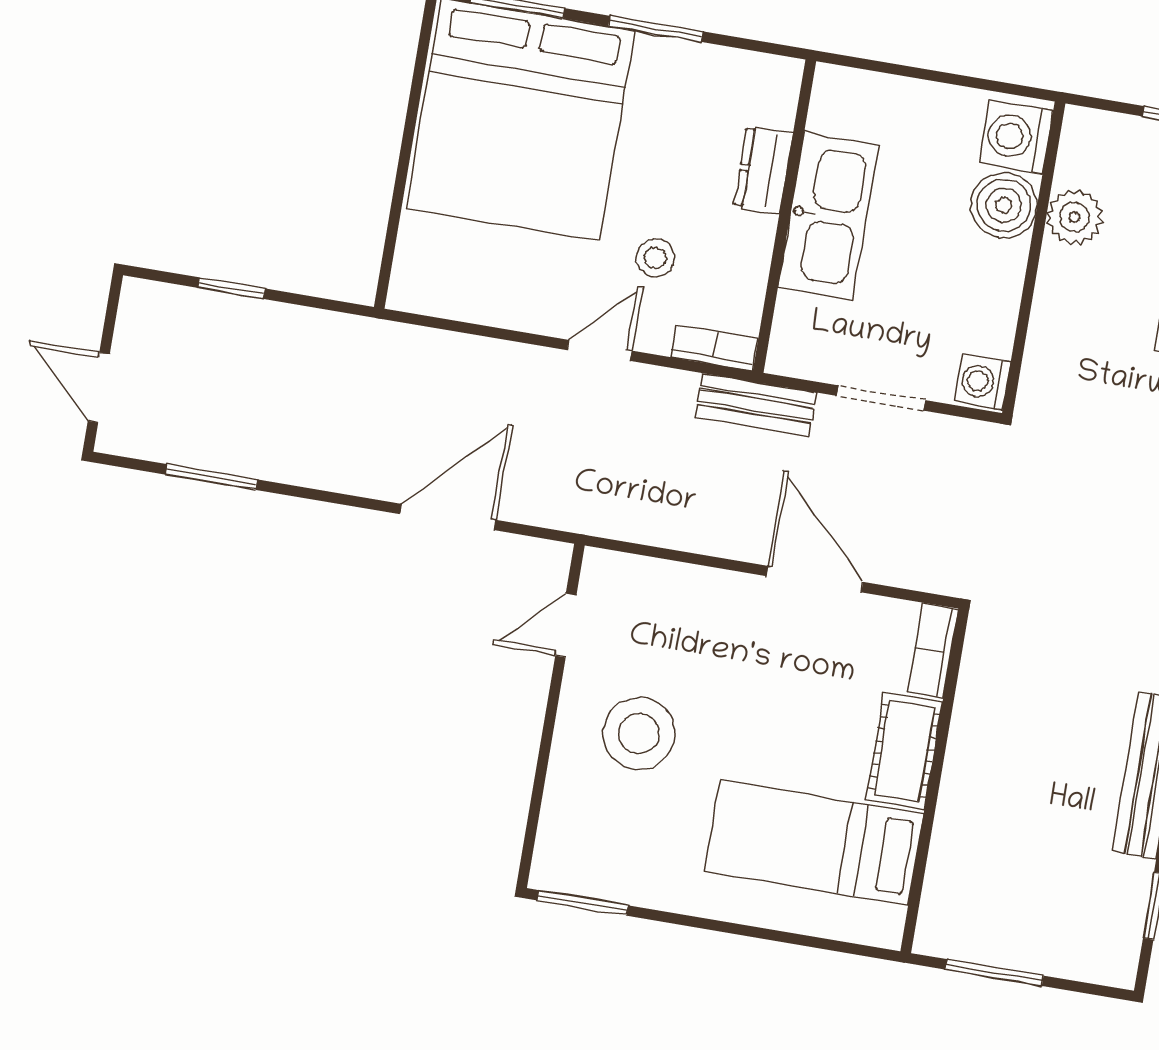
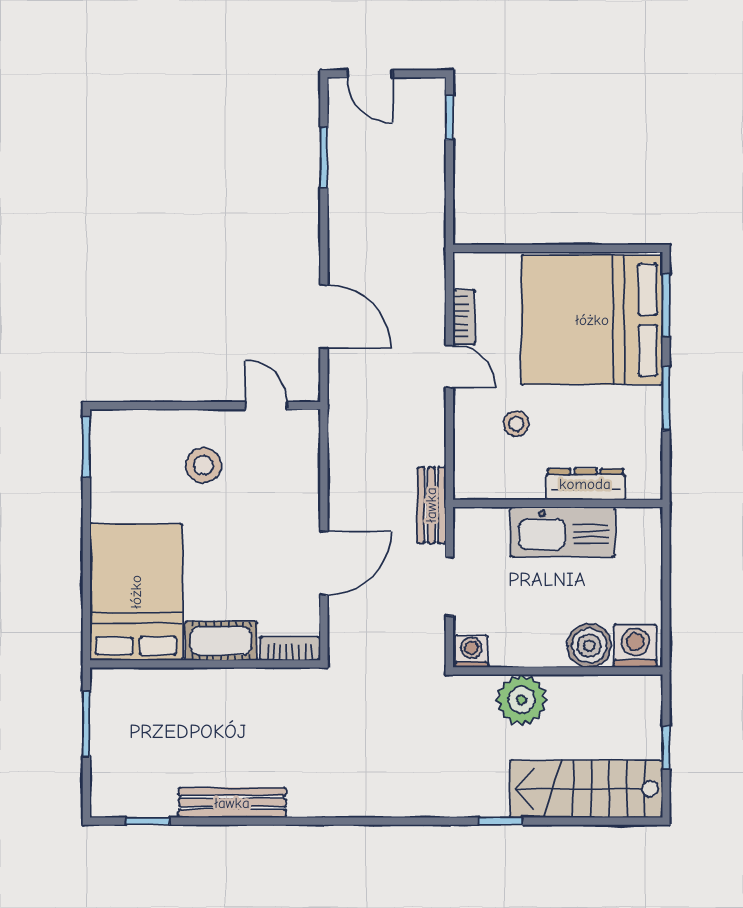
dresser: (763, 170) -> (585, 484), width x1.44
plant: (1075, 217) -> (522, 700), moved, width x1.36, depth x1.36
window: (231, 288) -> (449, 118), moved
bookcase: (714, 348) -> (464, 317), moved
door: (599, 350) -> (449, 367), moved
door: (99, 387) -> (370, 74), swing flipped
stool: (639, 733) -> (203, 465), width x0.73, depth x0.73
bed: (814, 842) -> (136, 592), width x1.50

